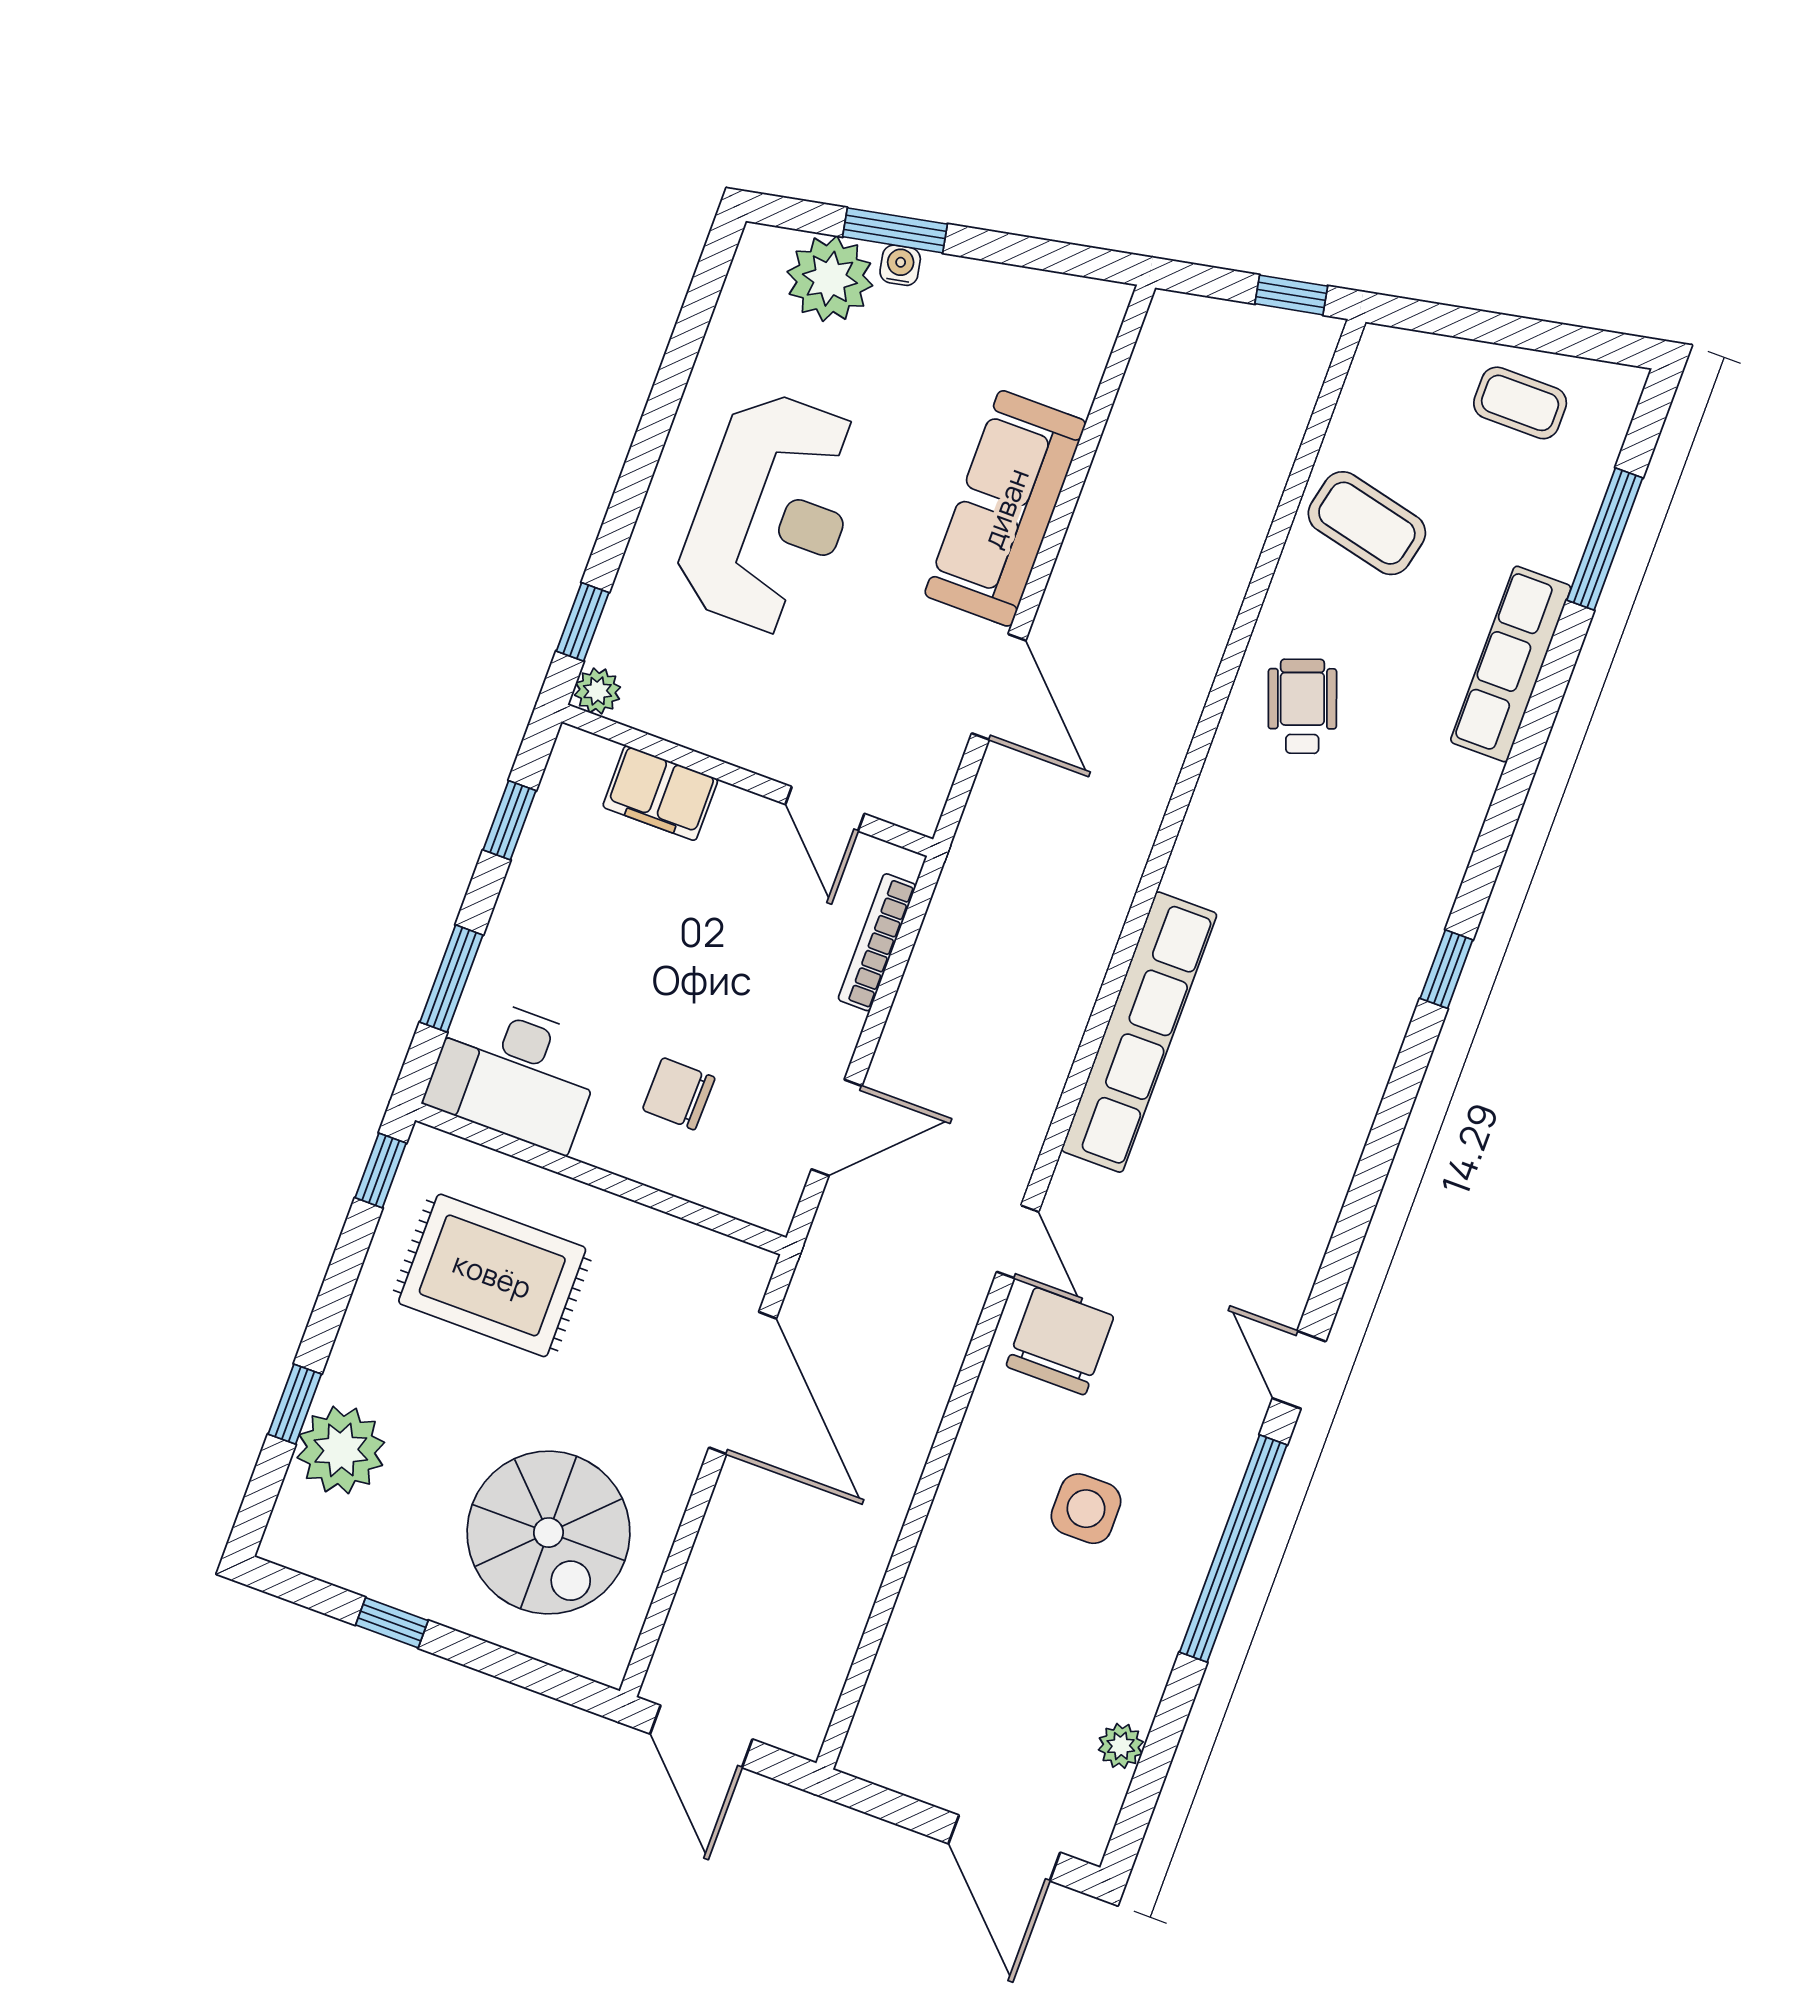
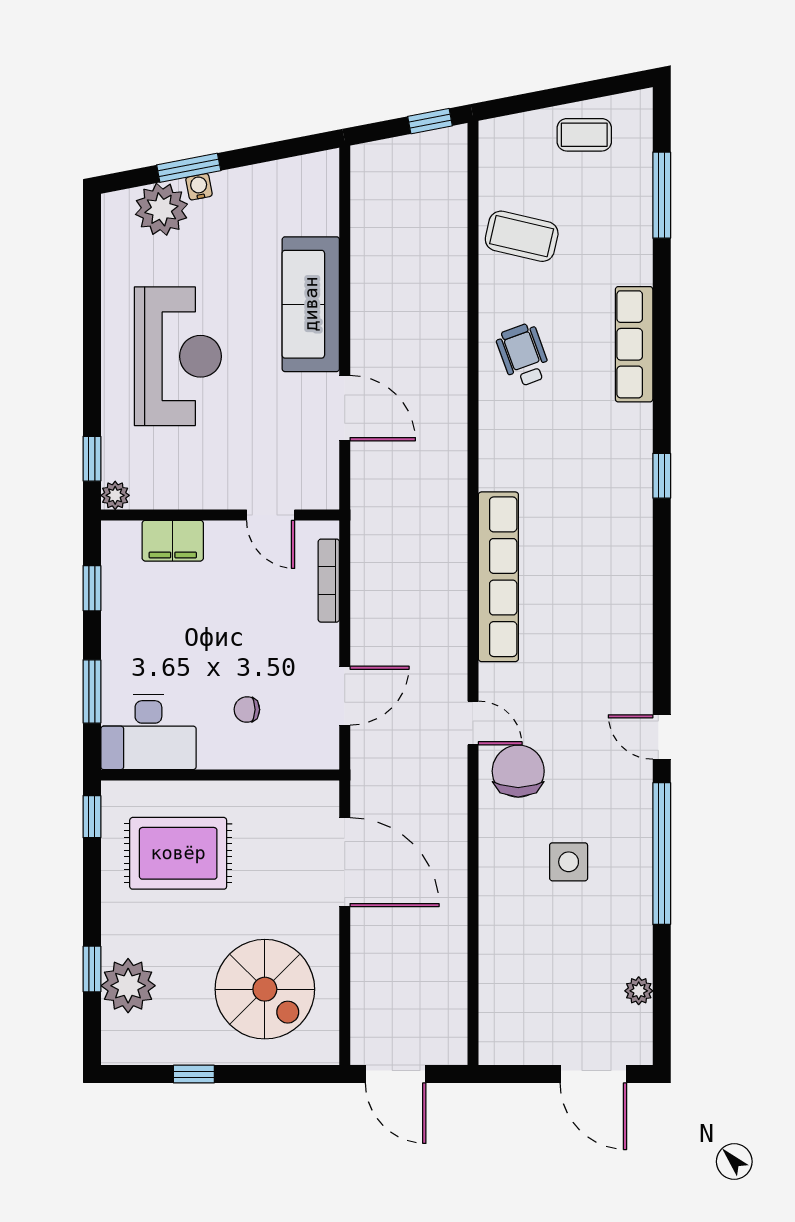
row of seats: (1511, 664) -> (634, 344), moved
chair: (679, 1094) -> (247, 710), width x0.73, depth x0.73

